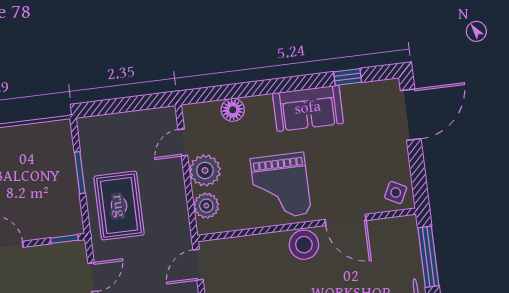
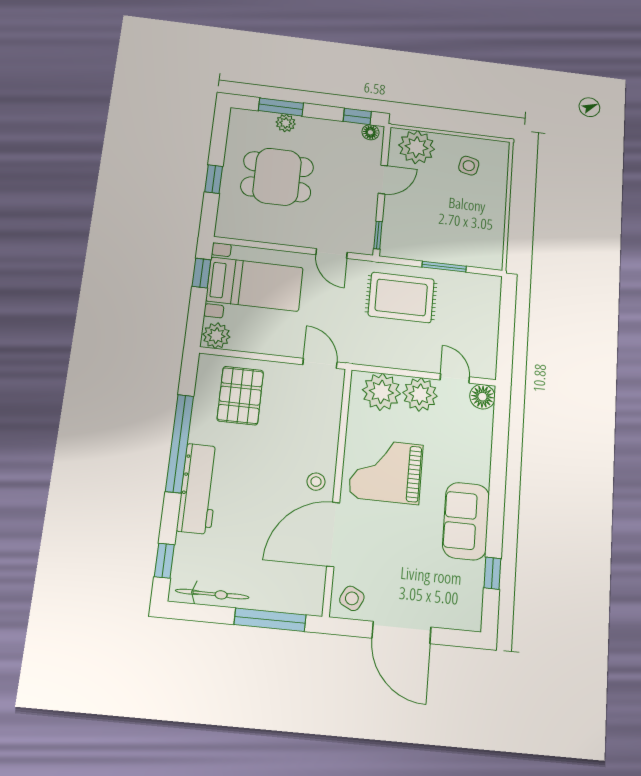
floor lamp: (233, 110) -> (482, 397), moved
door: (411, 115) -> (402, 633), moved
plant: (206, 206) -> (381, 392), width x1.36, depth x1.36
door: (346, 220) -> (333, 534), width x1.36
stool: (304, 245) -> (316, 482), width x0.53, depth x0.53

